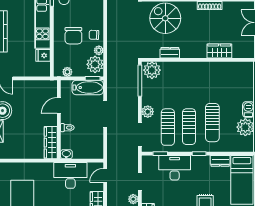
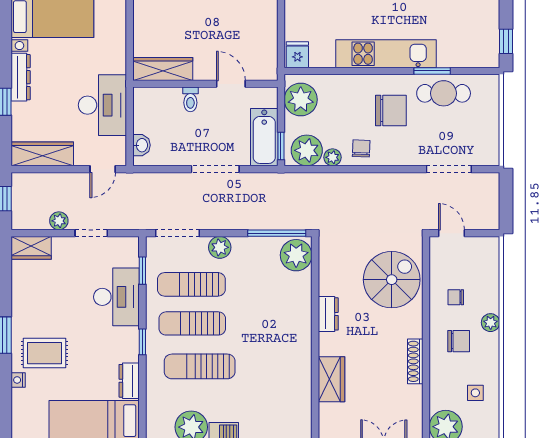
chair: (73, 36) -> (391, 110), moved, turned 180
dresser: (170, 53) -> (328, 314), moved
fridge: (43, 55) -> (297, 55), moved
plant: (67, 72) -> (301, 100), width x1.87, depth x1.87
washbasin: (66, 154) -> (141, 145), moved
door: (105, 175) -> (103, 169), swing flipped

